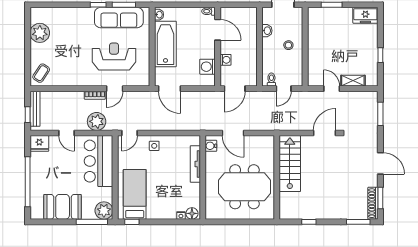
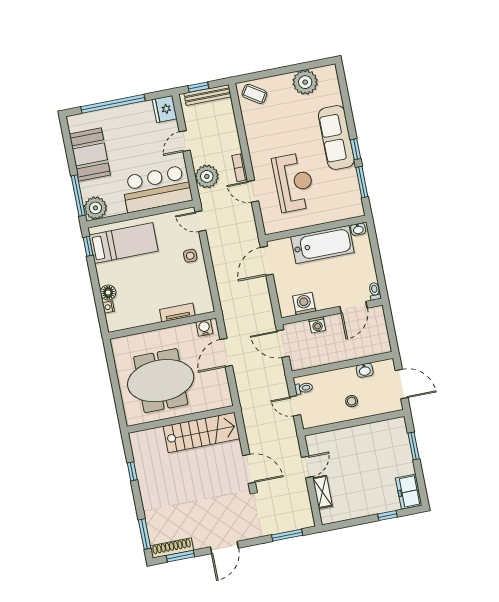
sofa: (119, 18) -> (336, 138), moved
window: (380, 55) -> (387, 515), moved
tv unit: (195, 164) -> (177, 312), width x0.71
meeting table: (244, 187) -> (161, 381), turned 90
floor lamp: (192, 213) -> (108, 292), moved

